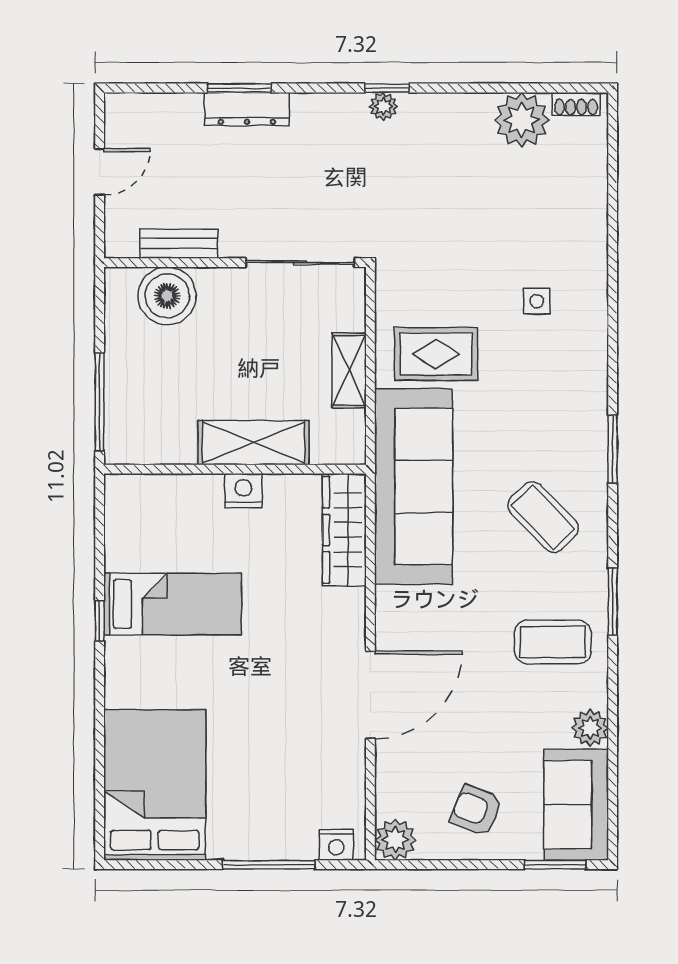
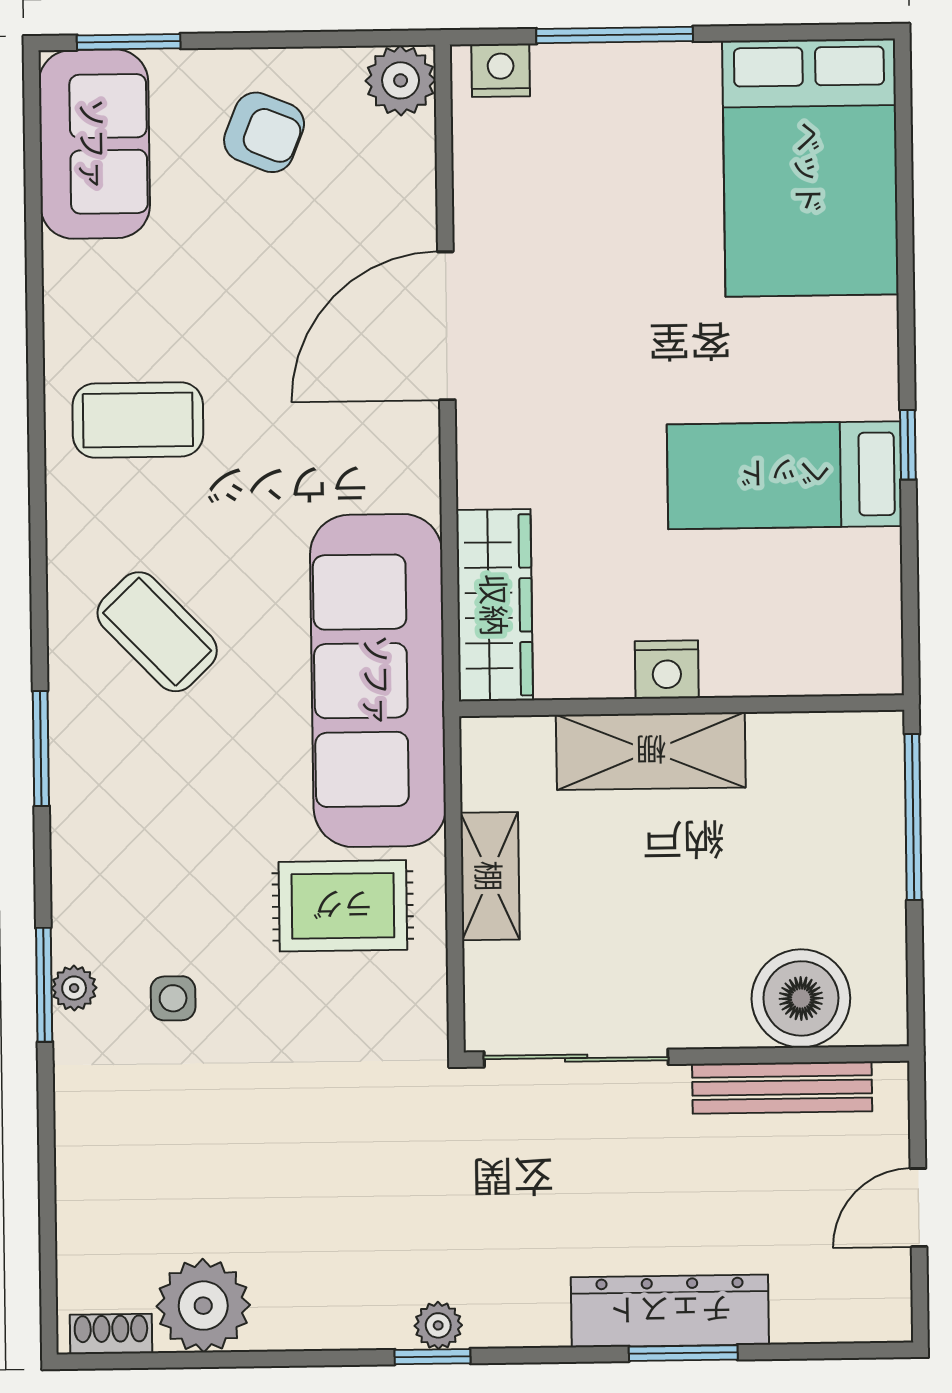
dresser: (247, 109) -> (670, 1311), width x1.37, depth x1.24
bench: (179, 244) -> (782, 1088), width x1.36
window: (613, 602) -> (44, 985), moved
plant: (590, 728) -> (74, 988), moved, width x0.73, depth x0.73

